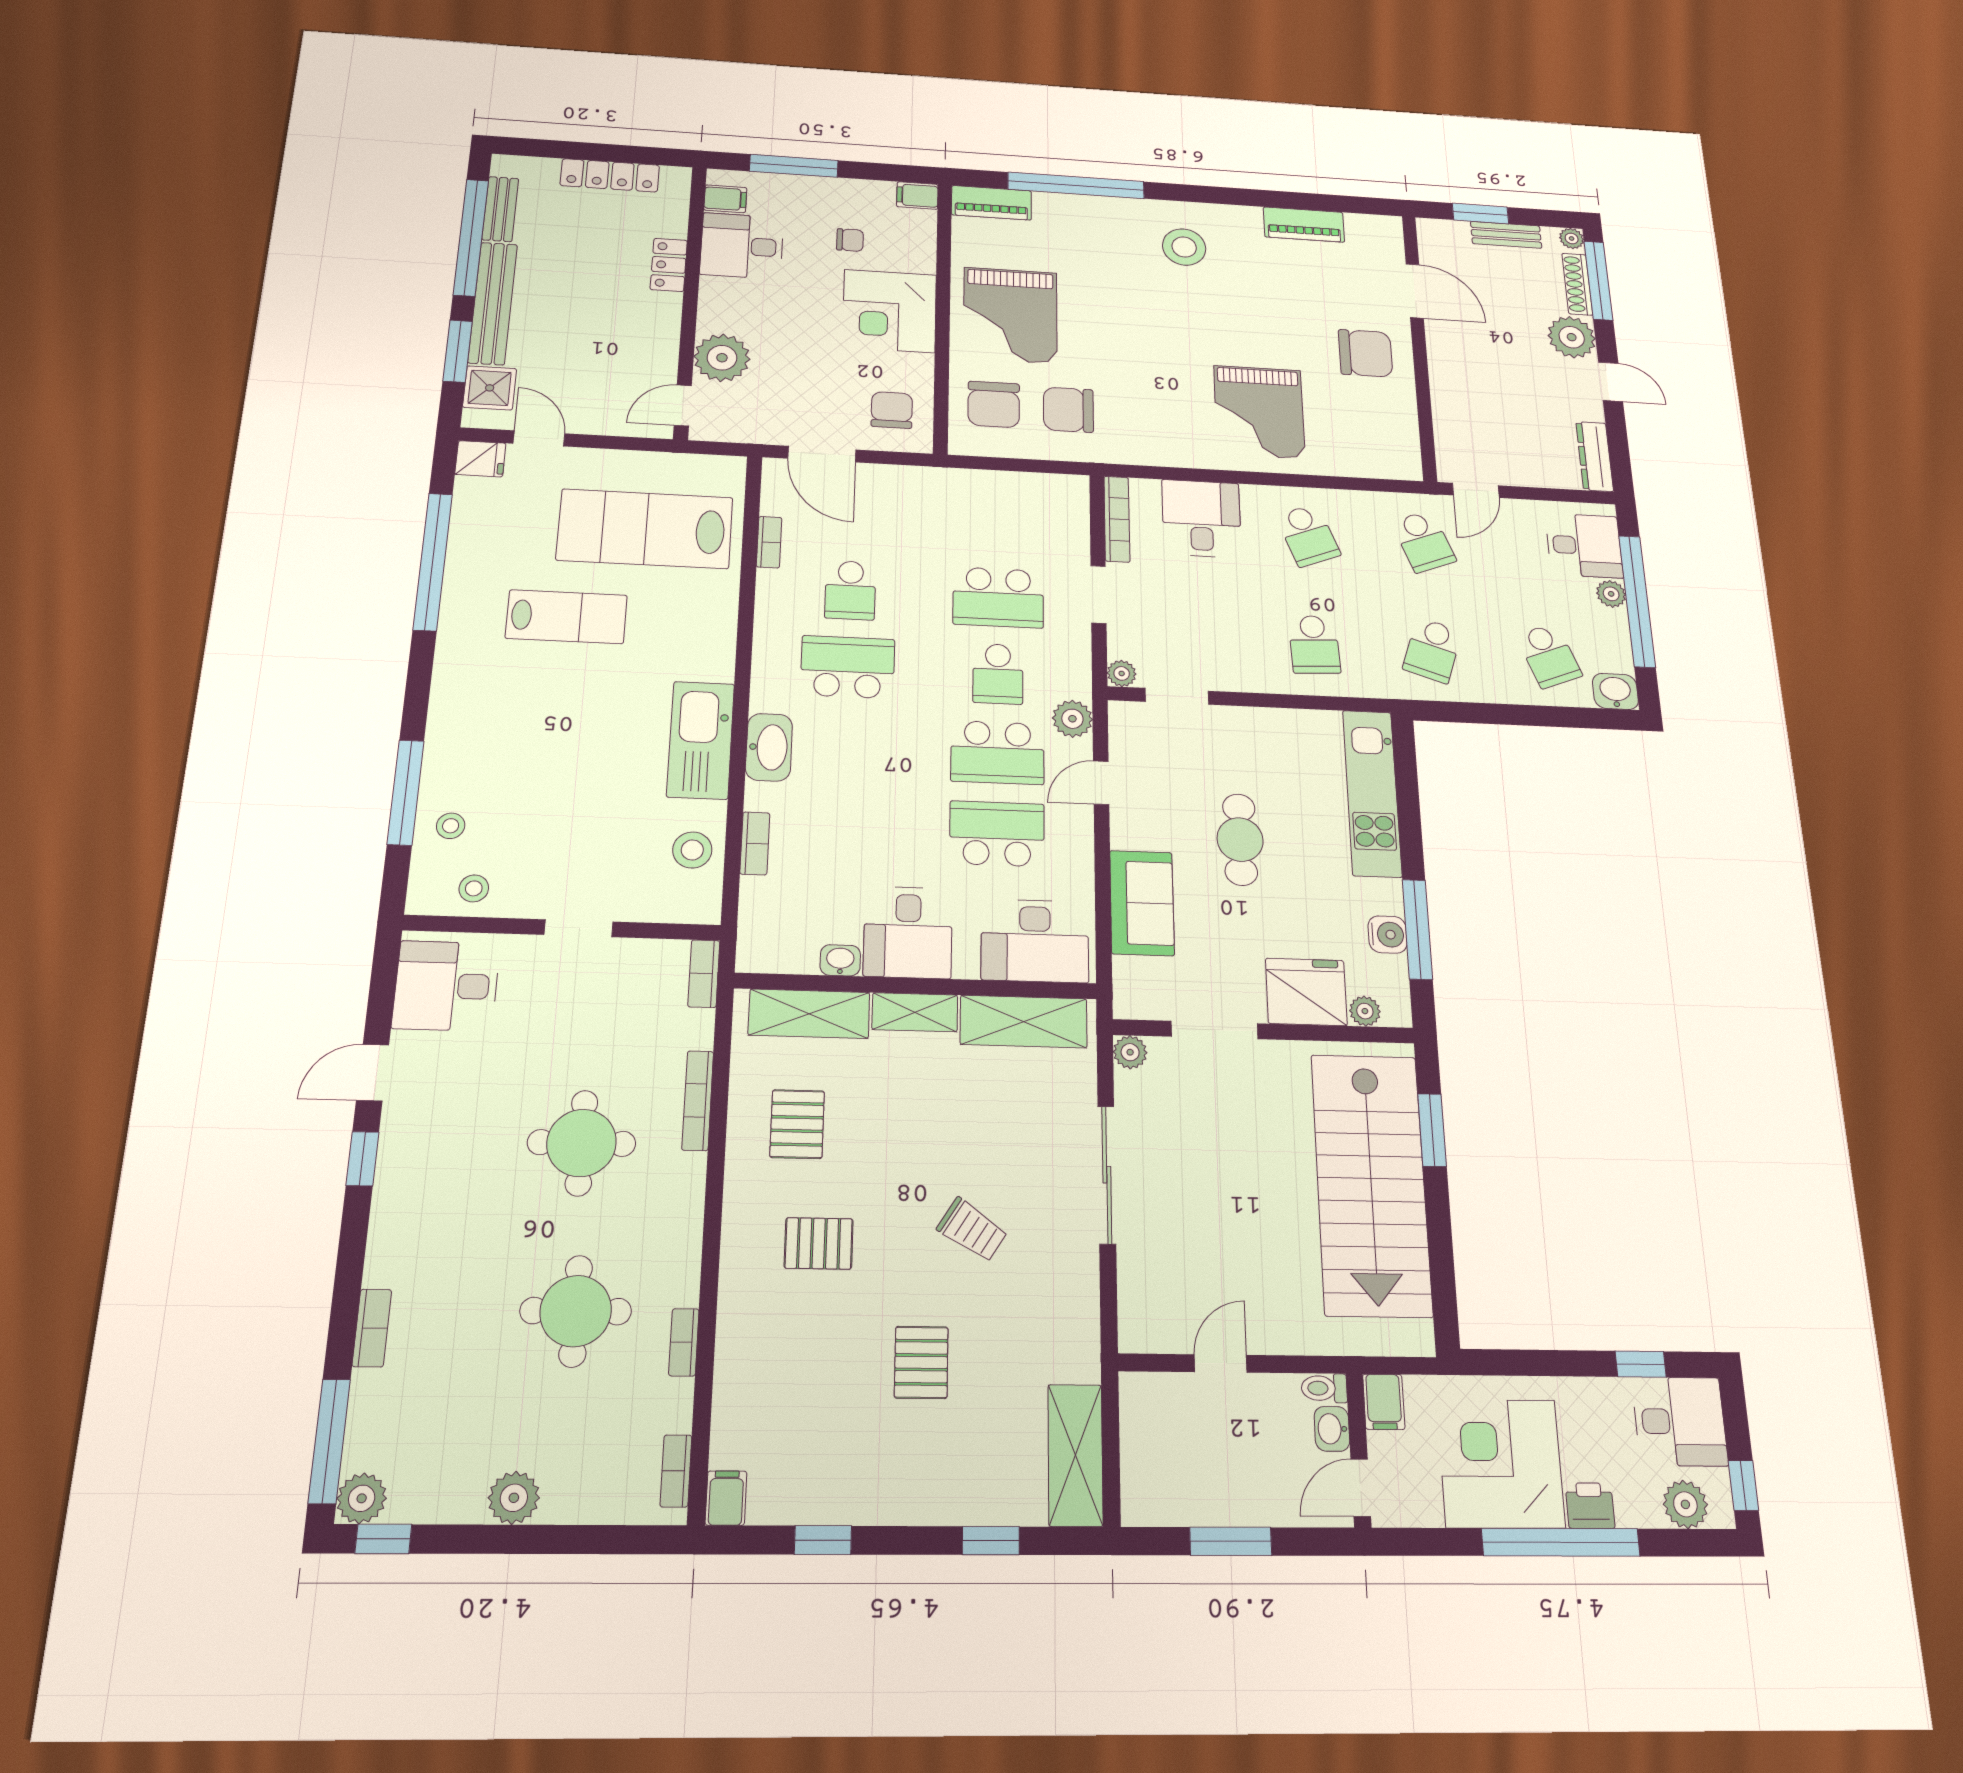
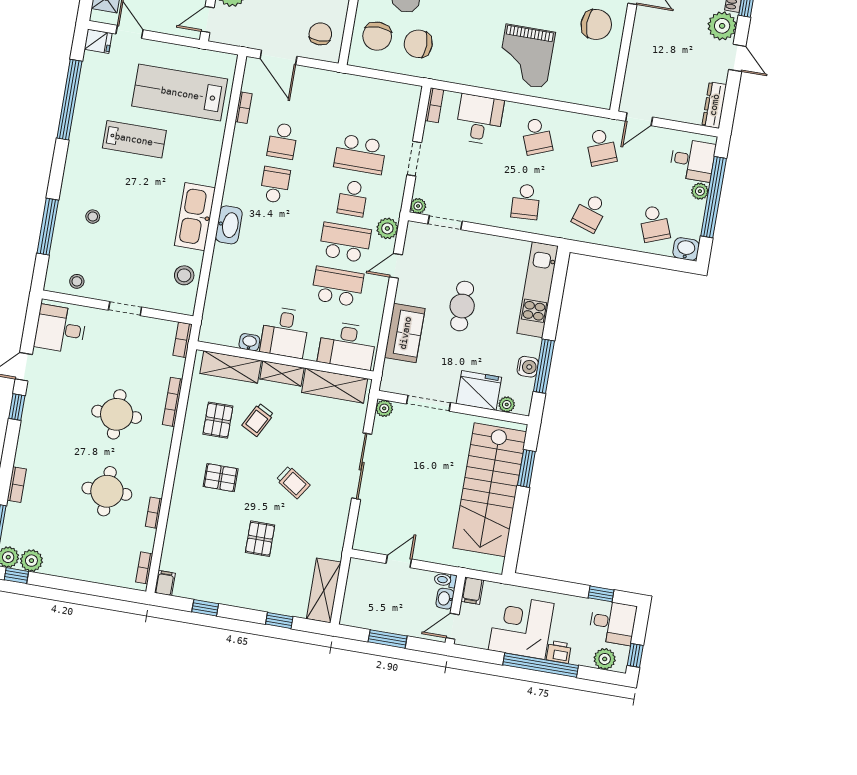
bookcase: (1117, 519) -> (434, 105), width x0.64
school desk: (848, 667) -> (275, 185), width x0.54
school desk: (997, 753) -> (345, 242), turned 180
stool: (451, 826) -> (93, 217), moved
bookcase: (755, 843) -> (215, 276), removed
trolley: (880, 1112) -> (258, 420), added
plant: (514, 1498) -> (31, 561), moved

